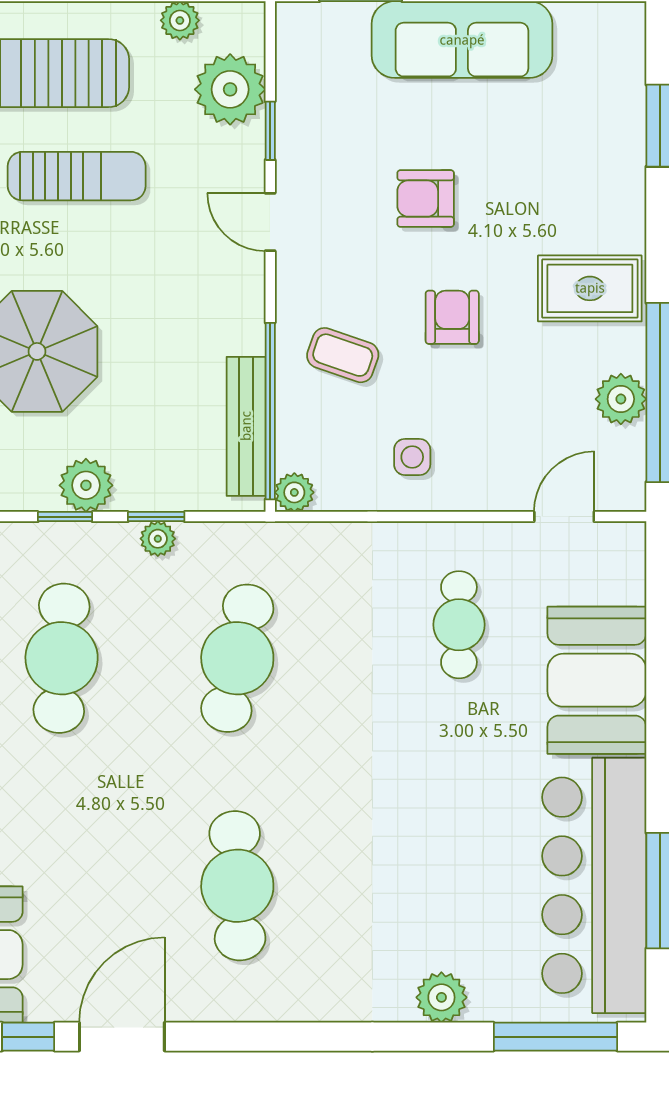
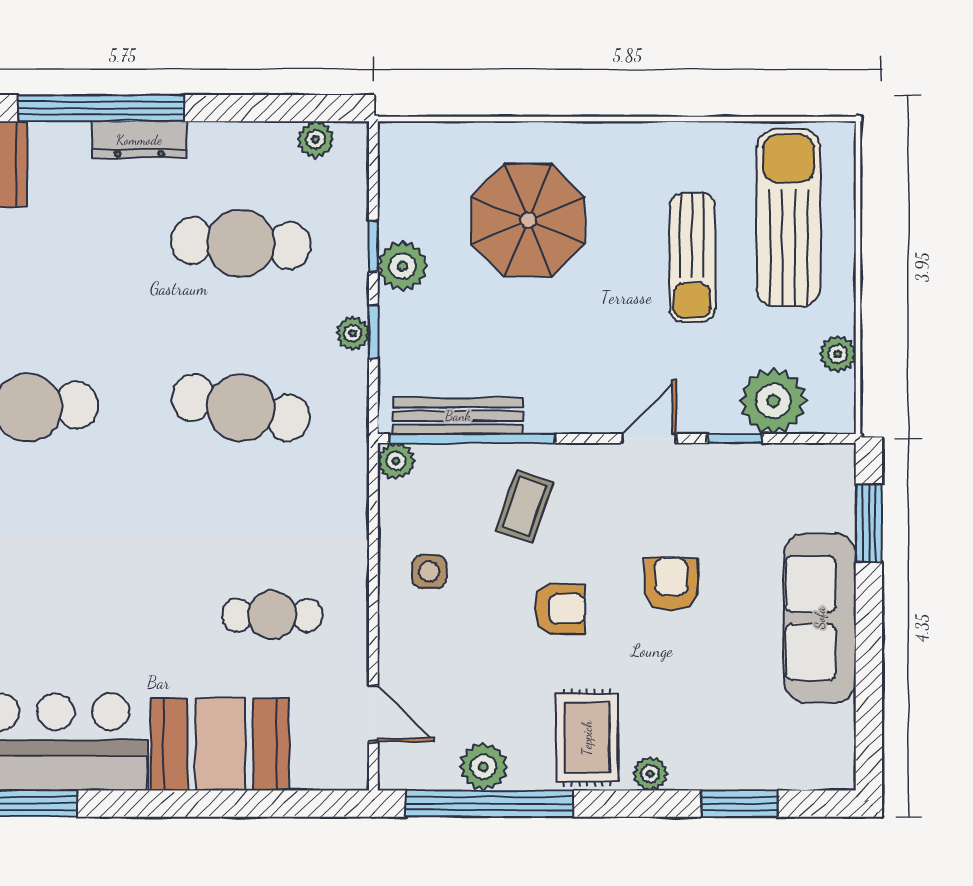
plant: (628, 221) -> (650, 774), added

